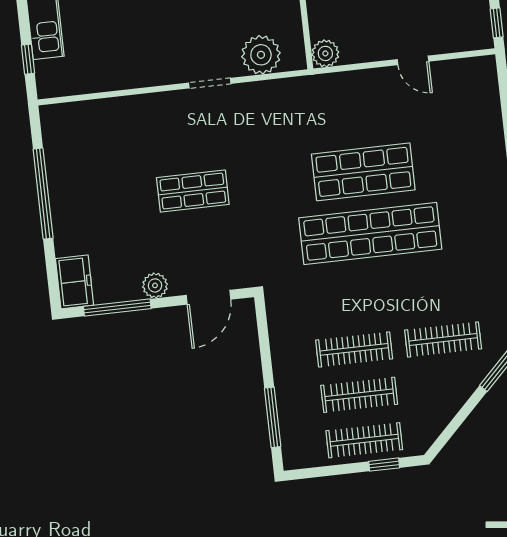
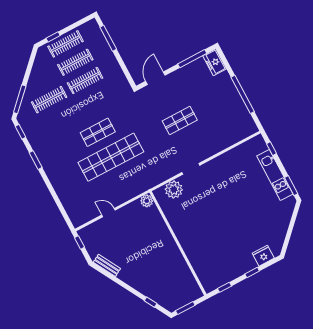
shop shelf: (363, 172) -> (111, 157), width x1.40
shop shelf: (370, 233) -> (98, 132), width x0.50, depth x0.74
plant: (155, 285) -> (180, 74), removed

